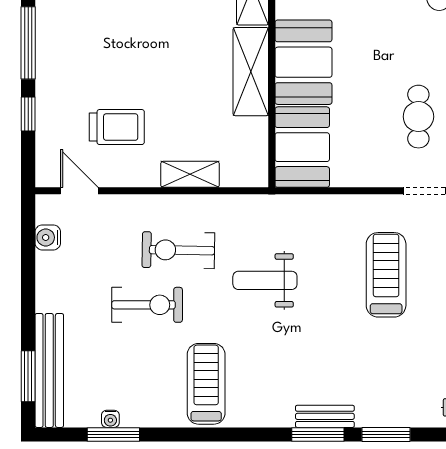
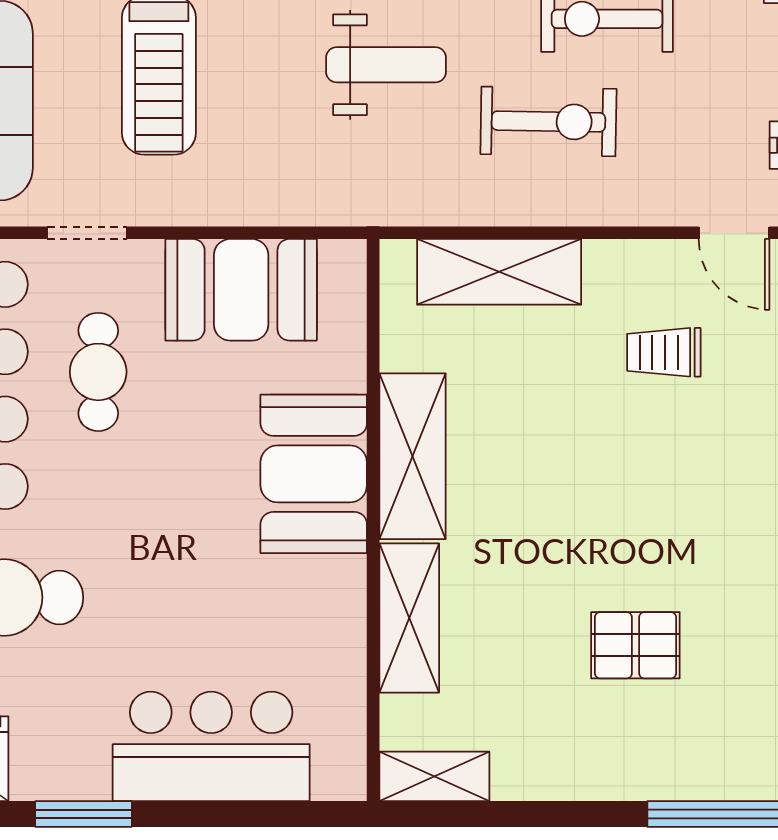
trolley: (117, 127) -> (664, 352), width x0.73, depth x0.72
booth: (302, 147) -> (241, 290), moved, turned 90
shelving: (190, 174) -> (499, 272), width x1.50, depth x1.33

